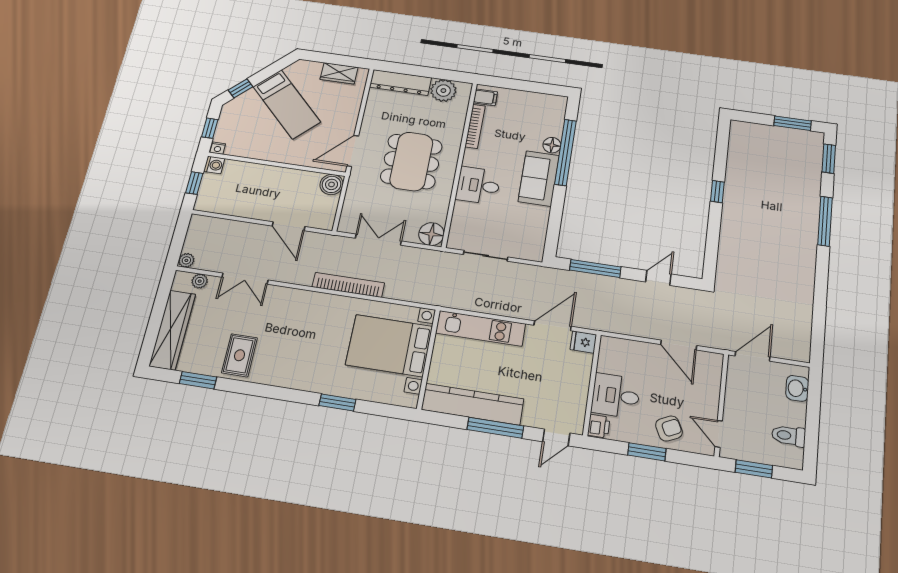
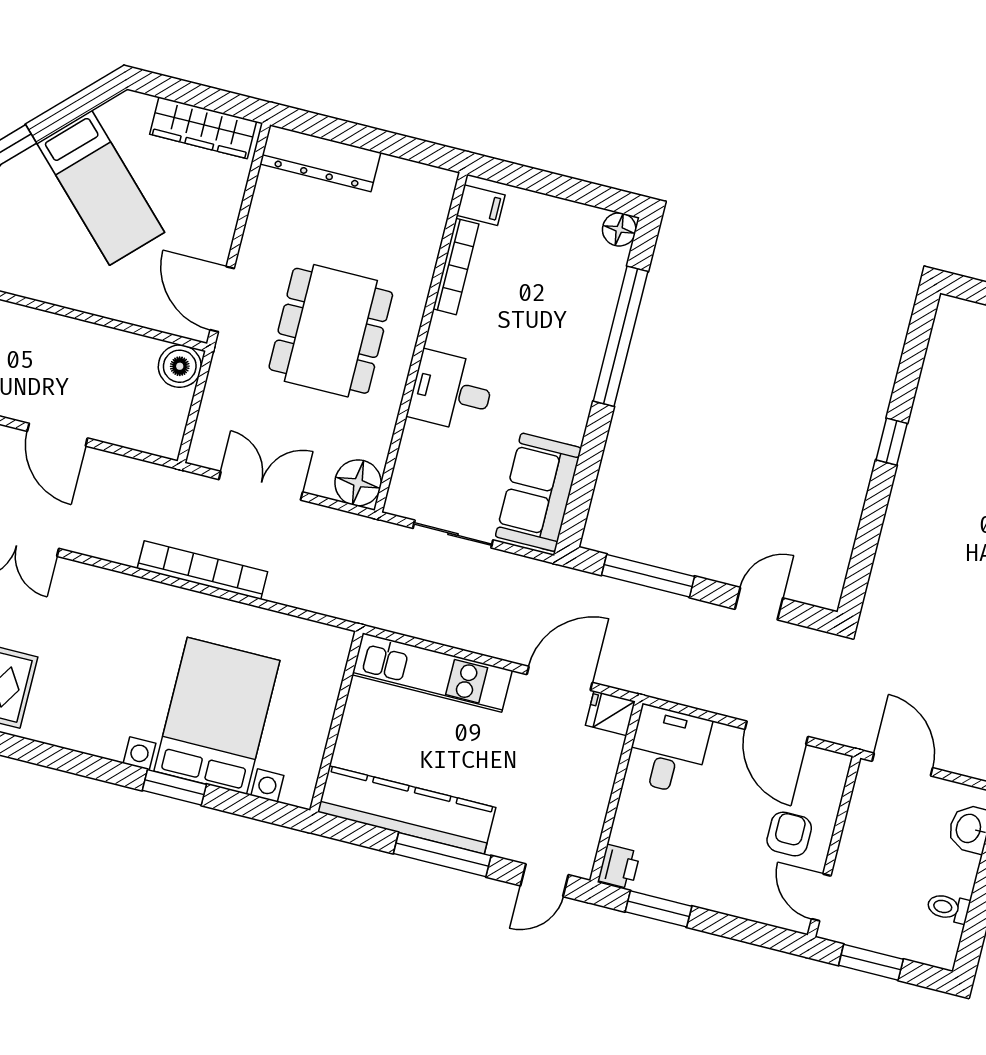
wardrobe: (339, 73) -> (203, 128), width x1.50
plant: (443, 91) -> (402, 183), removed
floor lamp: (552, 145) -> (619, 229), moved
door: (353, 151) -> (222, 299), hinge flipped
sofa: (539, 178) -> (538, 492), moved
door: (289, 226) -> (57, 435), moved
bed with nightstands: (389, 346) -> (217, 716), moved, turned 90
door: (753, 356) -> (902, 764), hinge flipped
desk: (616, 396) -> (668, 750), moved, turned 90
armchair: (669, 429) -> (789, 834), moved, turned -64
toilet: (789, 436) -> (948, 908), width x0.73, depth x0.72
window: (647, 452) -> (658, 909), moved

